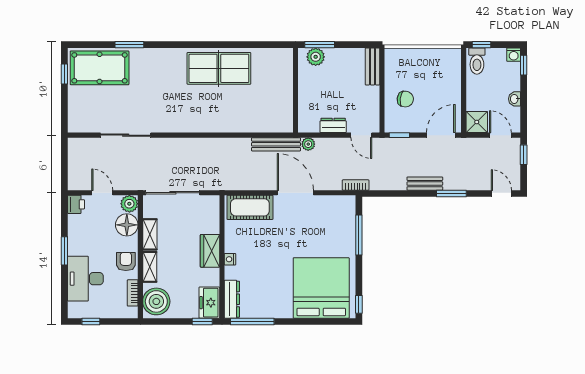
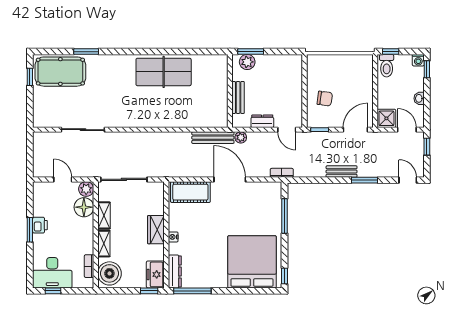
bench: (372, 67) -> (238, 97), moved
printer: (76, 204) -> (40, 225), moved
armchair: (126, 261) -> (83, 239), removed
desk: (85, 279) -> (52, 273), moved, turned -90

